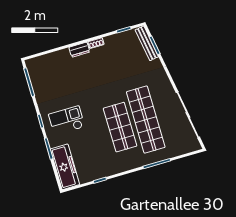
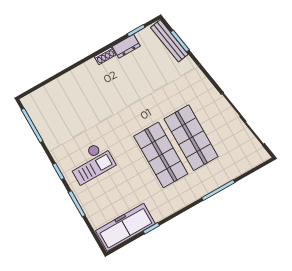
dresser: (79, 50) -> (126, 46), moved
shop shelf: (146, 120) -> (191, 138), width x0.71
checkout: (67, 121) -> (91, 163), turned 180
freezer: (65, 167) -> (125, 227), moved, turned -90

